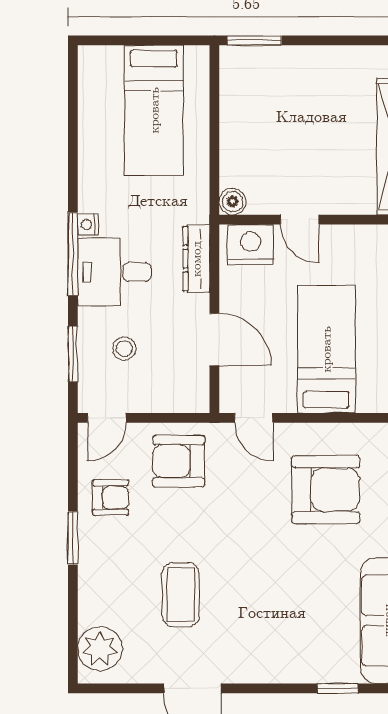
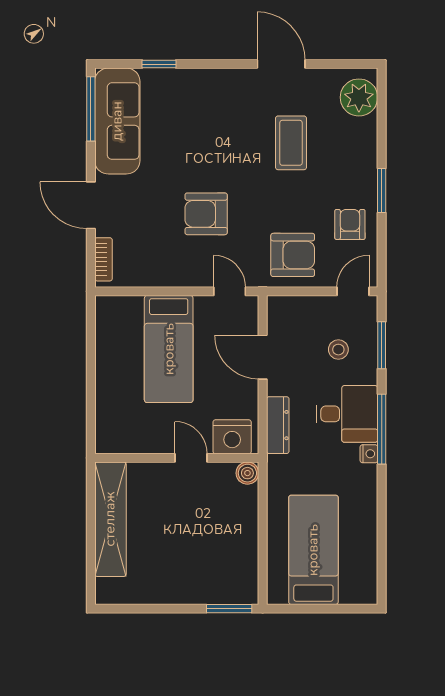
armchair: (326, 490) -> (206, 214), moved, width x0.73, depth x0.73
armchair: (111, 497) -> (350, 224), turned 90

